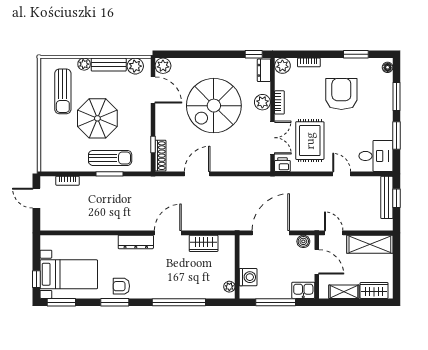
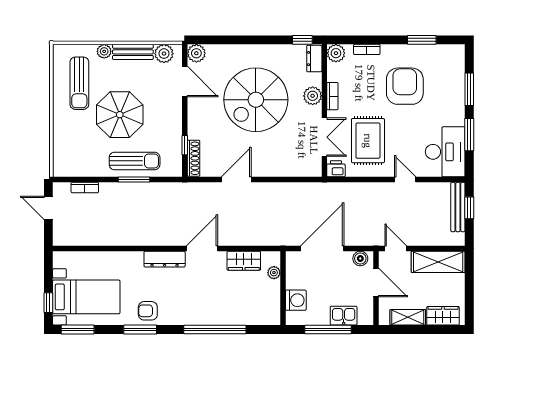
floor lamp: (388, 67) -> (459, 55), removed
desk: (376, 156) -> (445, 152), width x1.37
plant: (229, 287) -> (274, 273), moved
kitchen sink: (303, 290) -> (344, 316), moved

